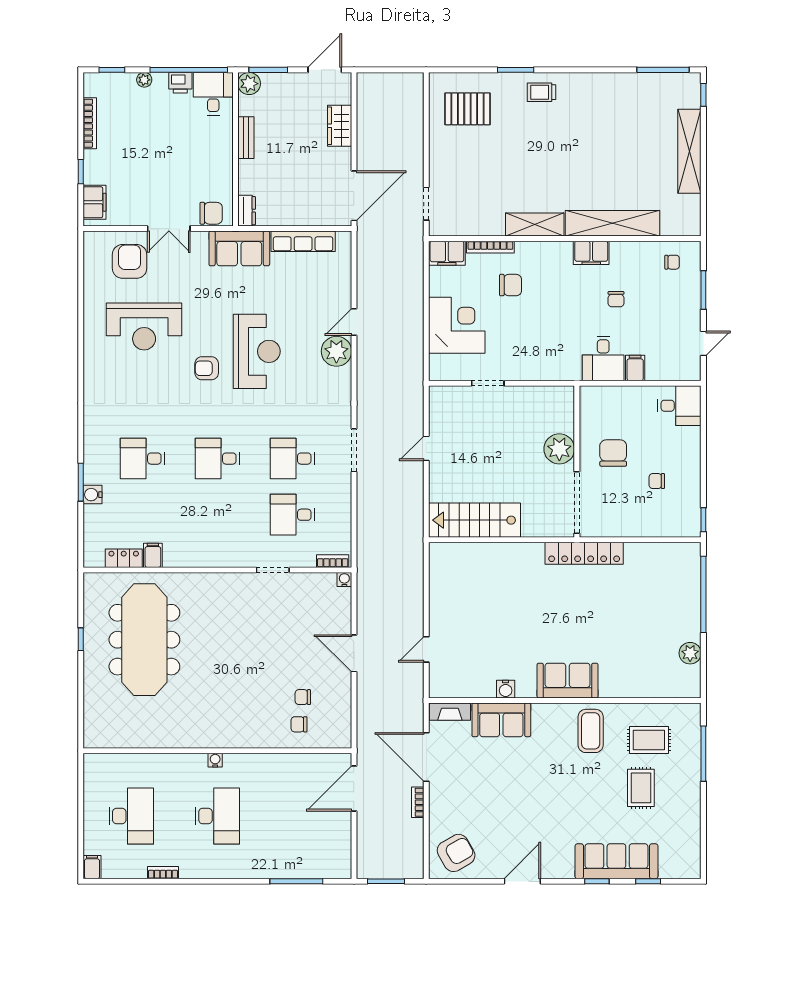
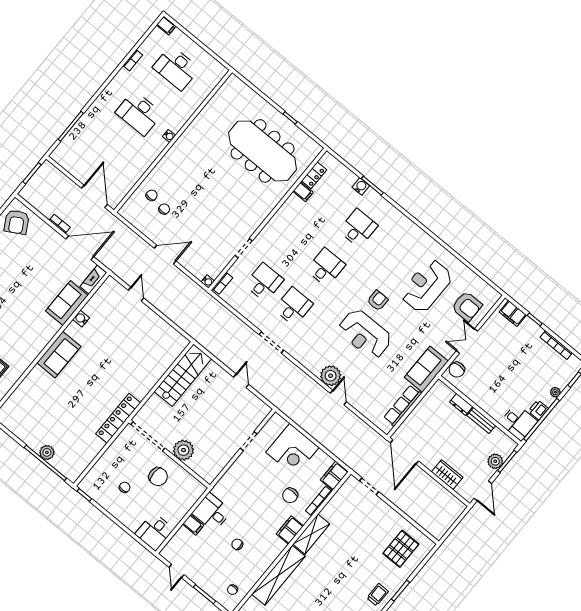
plant: (249, 84) -> (495, 461), moved
dresser: (247, 211) -> (461, 404), moved
filing cabinet: (591, 253) -> (290, 530), moved
plant: (690, 653) -> (47, 452), moved
coffee table: (591, 731) -> (22, 345), removed

